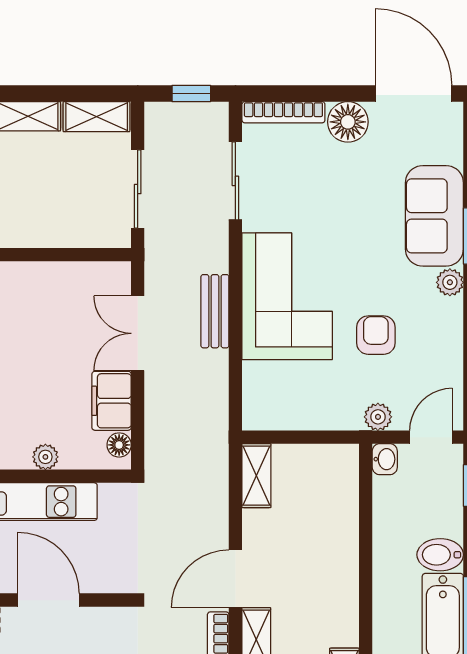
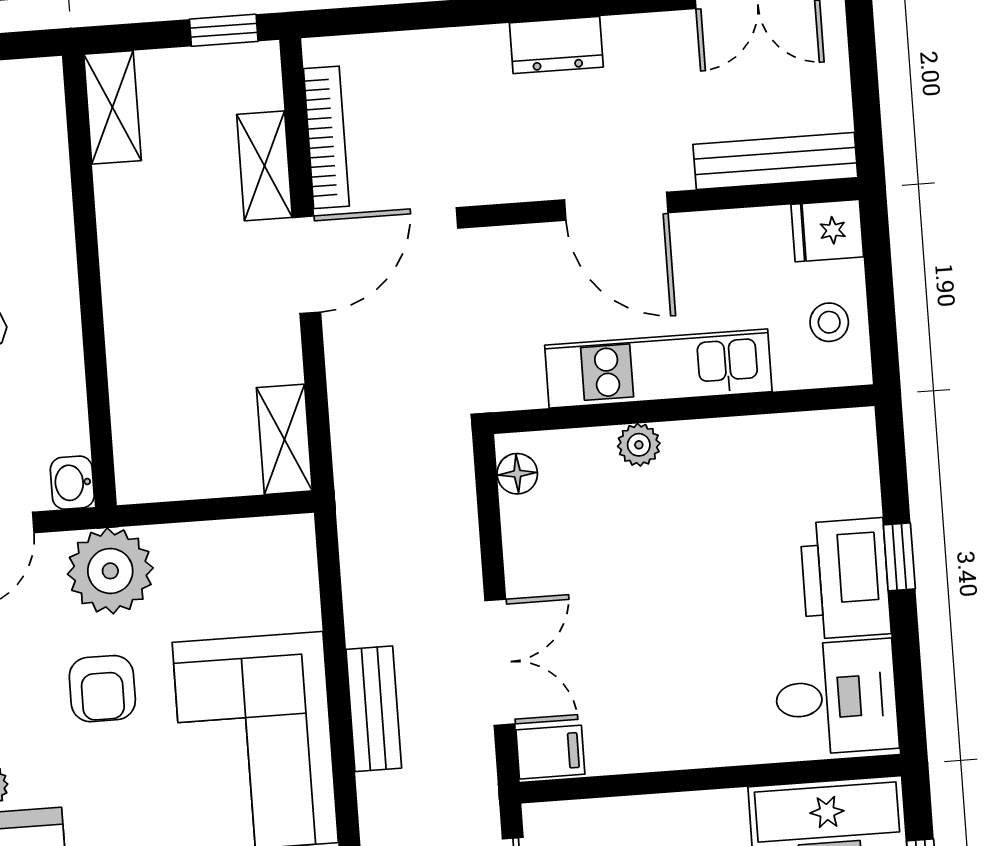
filing cabinet: (112, 401) -> (550, 752), moved, width x0.50
plant: (378, 417) -> (110, 571), width x1.87, depth x1.87

